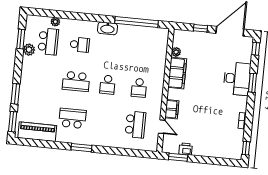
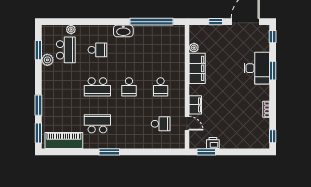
school desk: (135, 125) -> (161, 124), width x0.54

